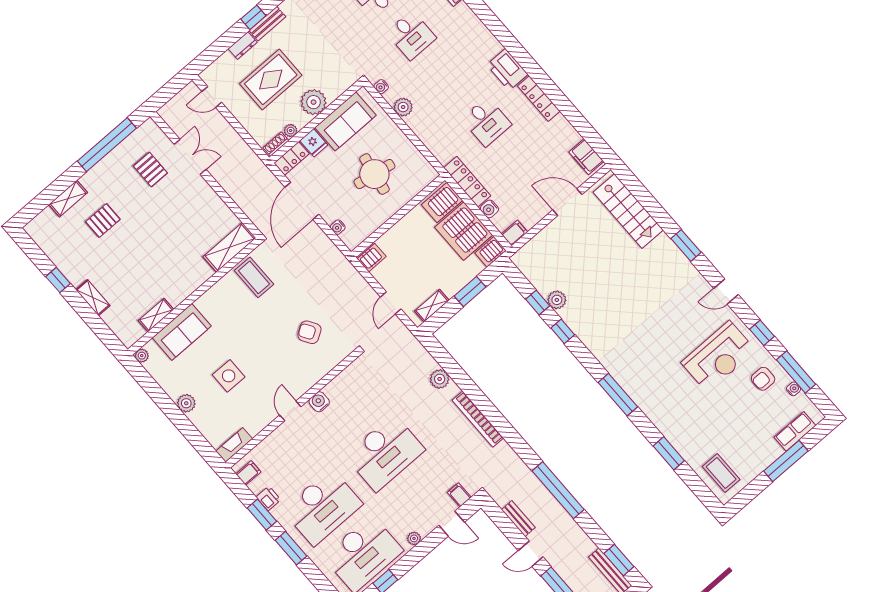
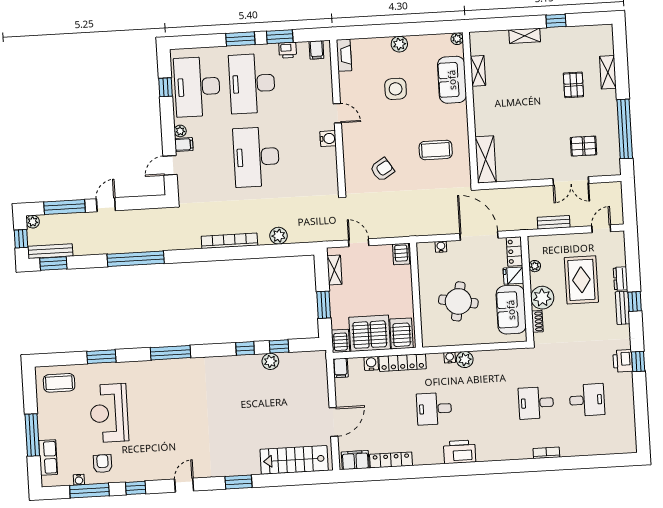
water cooler: (381, 87) -> (450, 358), moved
locker: (539, 99) -> (391, 460), moved
plant: (403, 107) -> (465, 360), moved
shoe rack: (276, 144) -> (537, 321), moved
coffee table: (254, 277) -> (436, 150), moved
reception desk: (718, 356) -> (109, 413), moved
filing cabinet: (459, 495) -> (184, 145), moved
bench: (518, 519) -> (554, 222), moved

